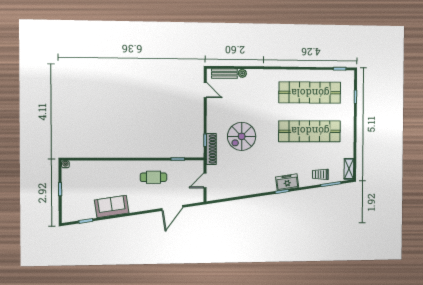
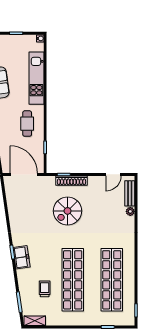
spiral stairs: (242, 136) -> (68, 211), turned -90
shoe rack: (211, 149) -> (71, 181), moved
kitchen unit: (107, 168) -> (36, 78), added
trolley: (320, 174) -> (45, 289), moved
door: (205, 180) -> (24, 174), width x1.88

